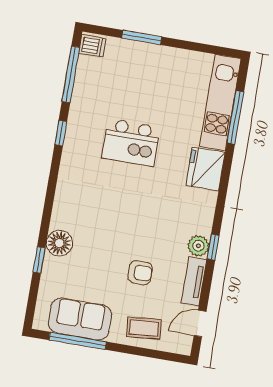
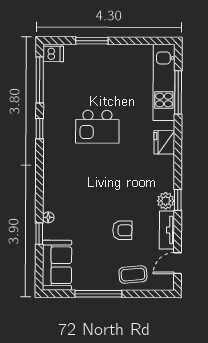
fridge: (205, 169) -> (164, 142), width x0.73, depth x0.75
floor lamp: (59, 243) -> (48, 217), width x0.53, depth x0.53
sofa: (80, 319) -> (57, 265), moved, turned 90
window: (78, 341) -> (98, 294), moved

